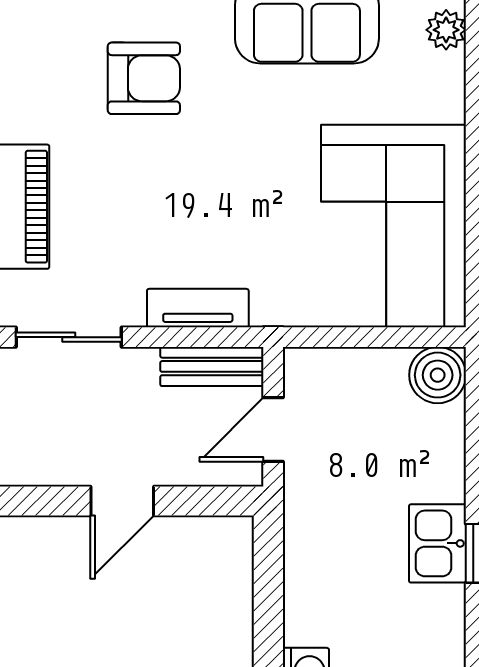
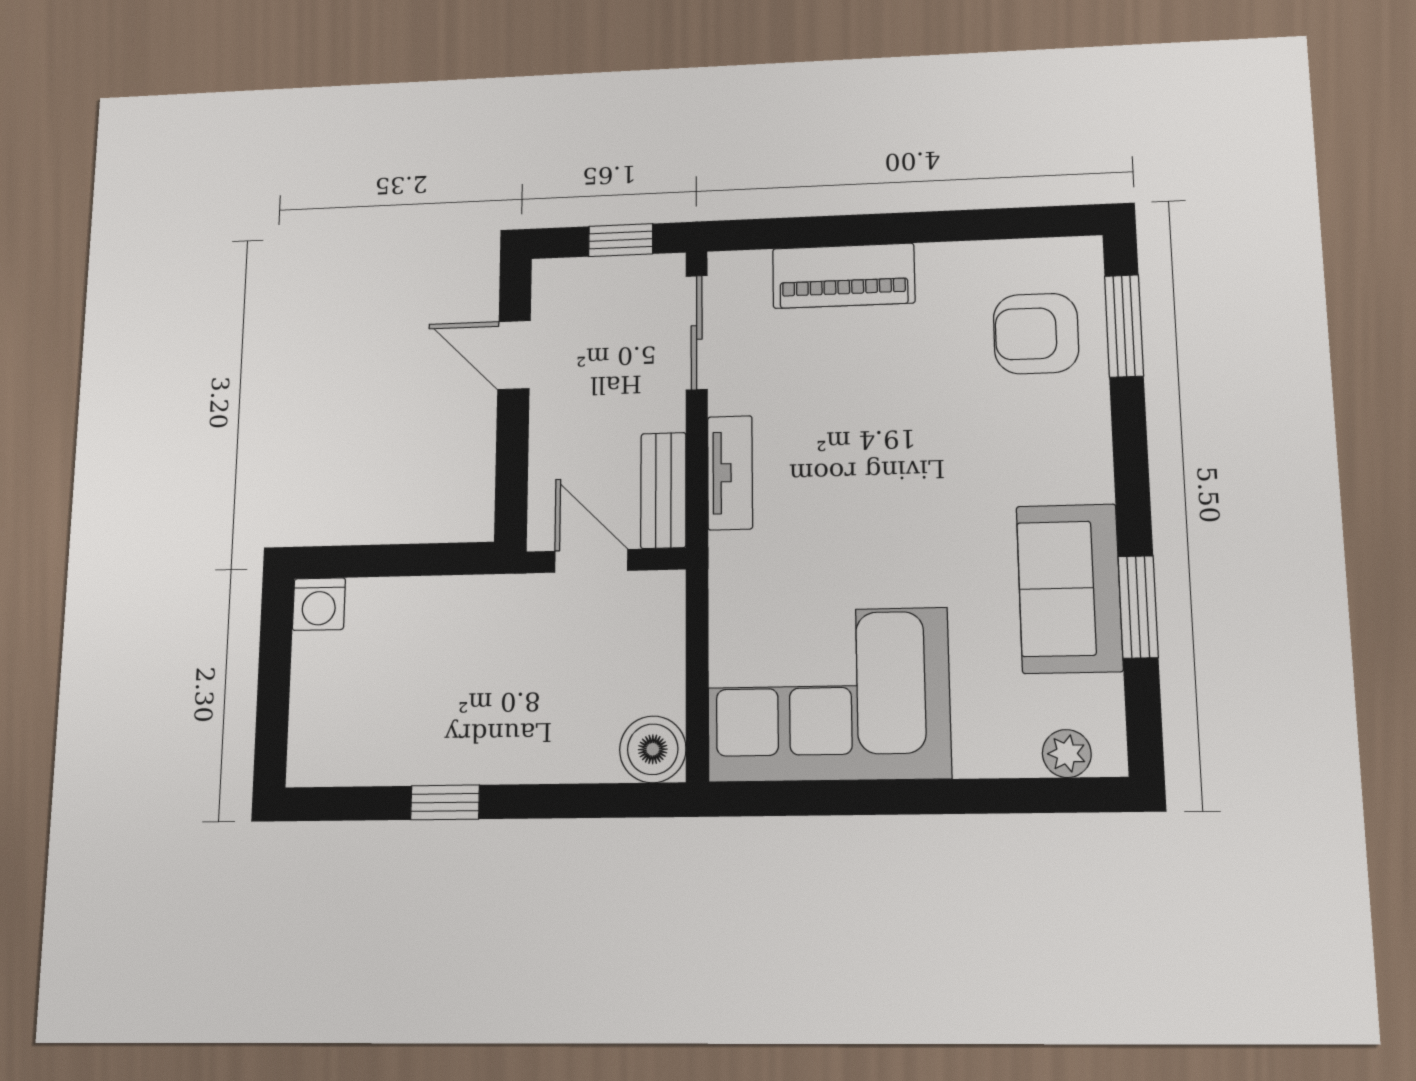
armchair: (144, 78) -> (1036, 334), moved, turned 90
door: (122, 501) -> (514, 355), moved
kitchen sink: (437, 543) -> (458, 752), removed

